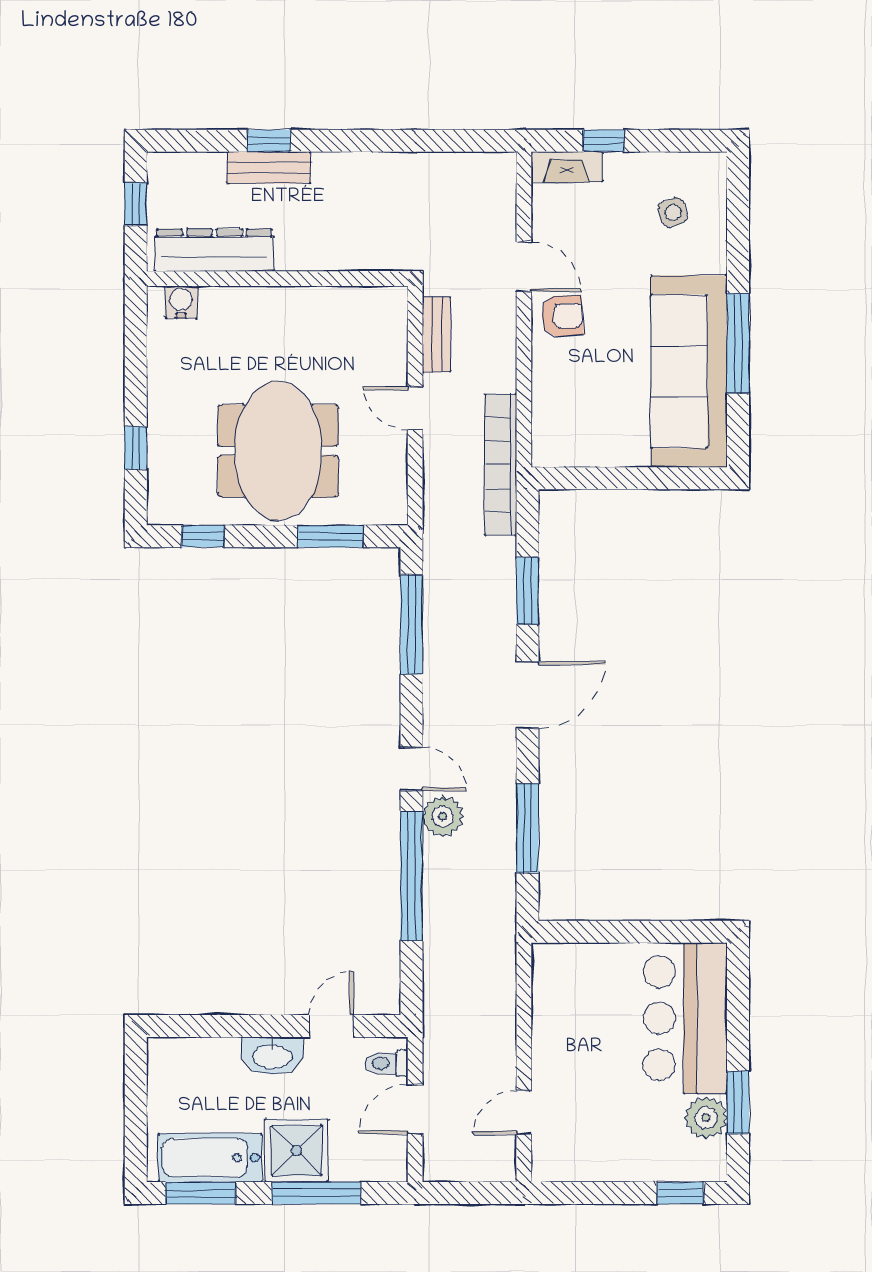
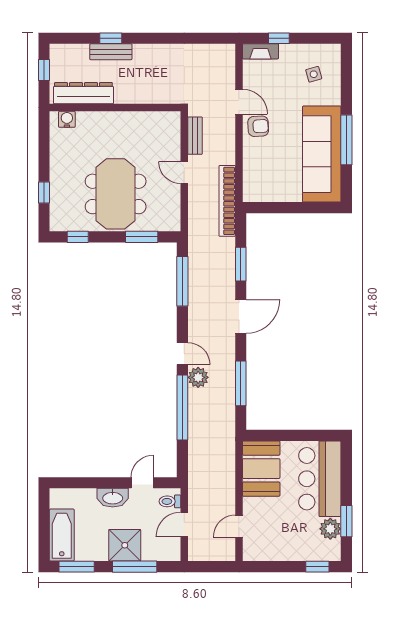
booth: (568, 998) -> (261, 469), added
bathtub: (210, 1158) -> (62, 535), moved, turned 90

